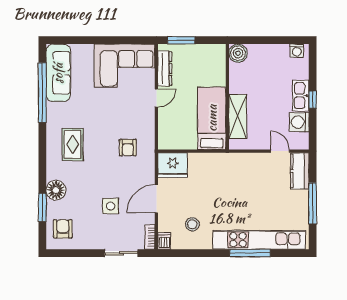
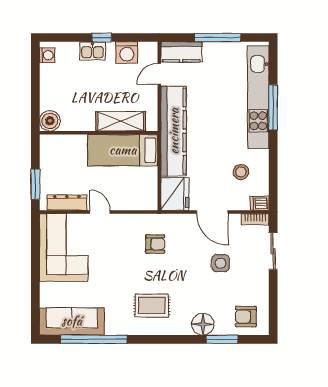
kitchen sink: (301, 96) -> (92, 51), width x0.73
kitchen counter: (229, 164) -> (174, 131), added

